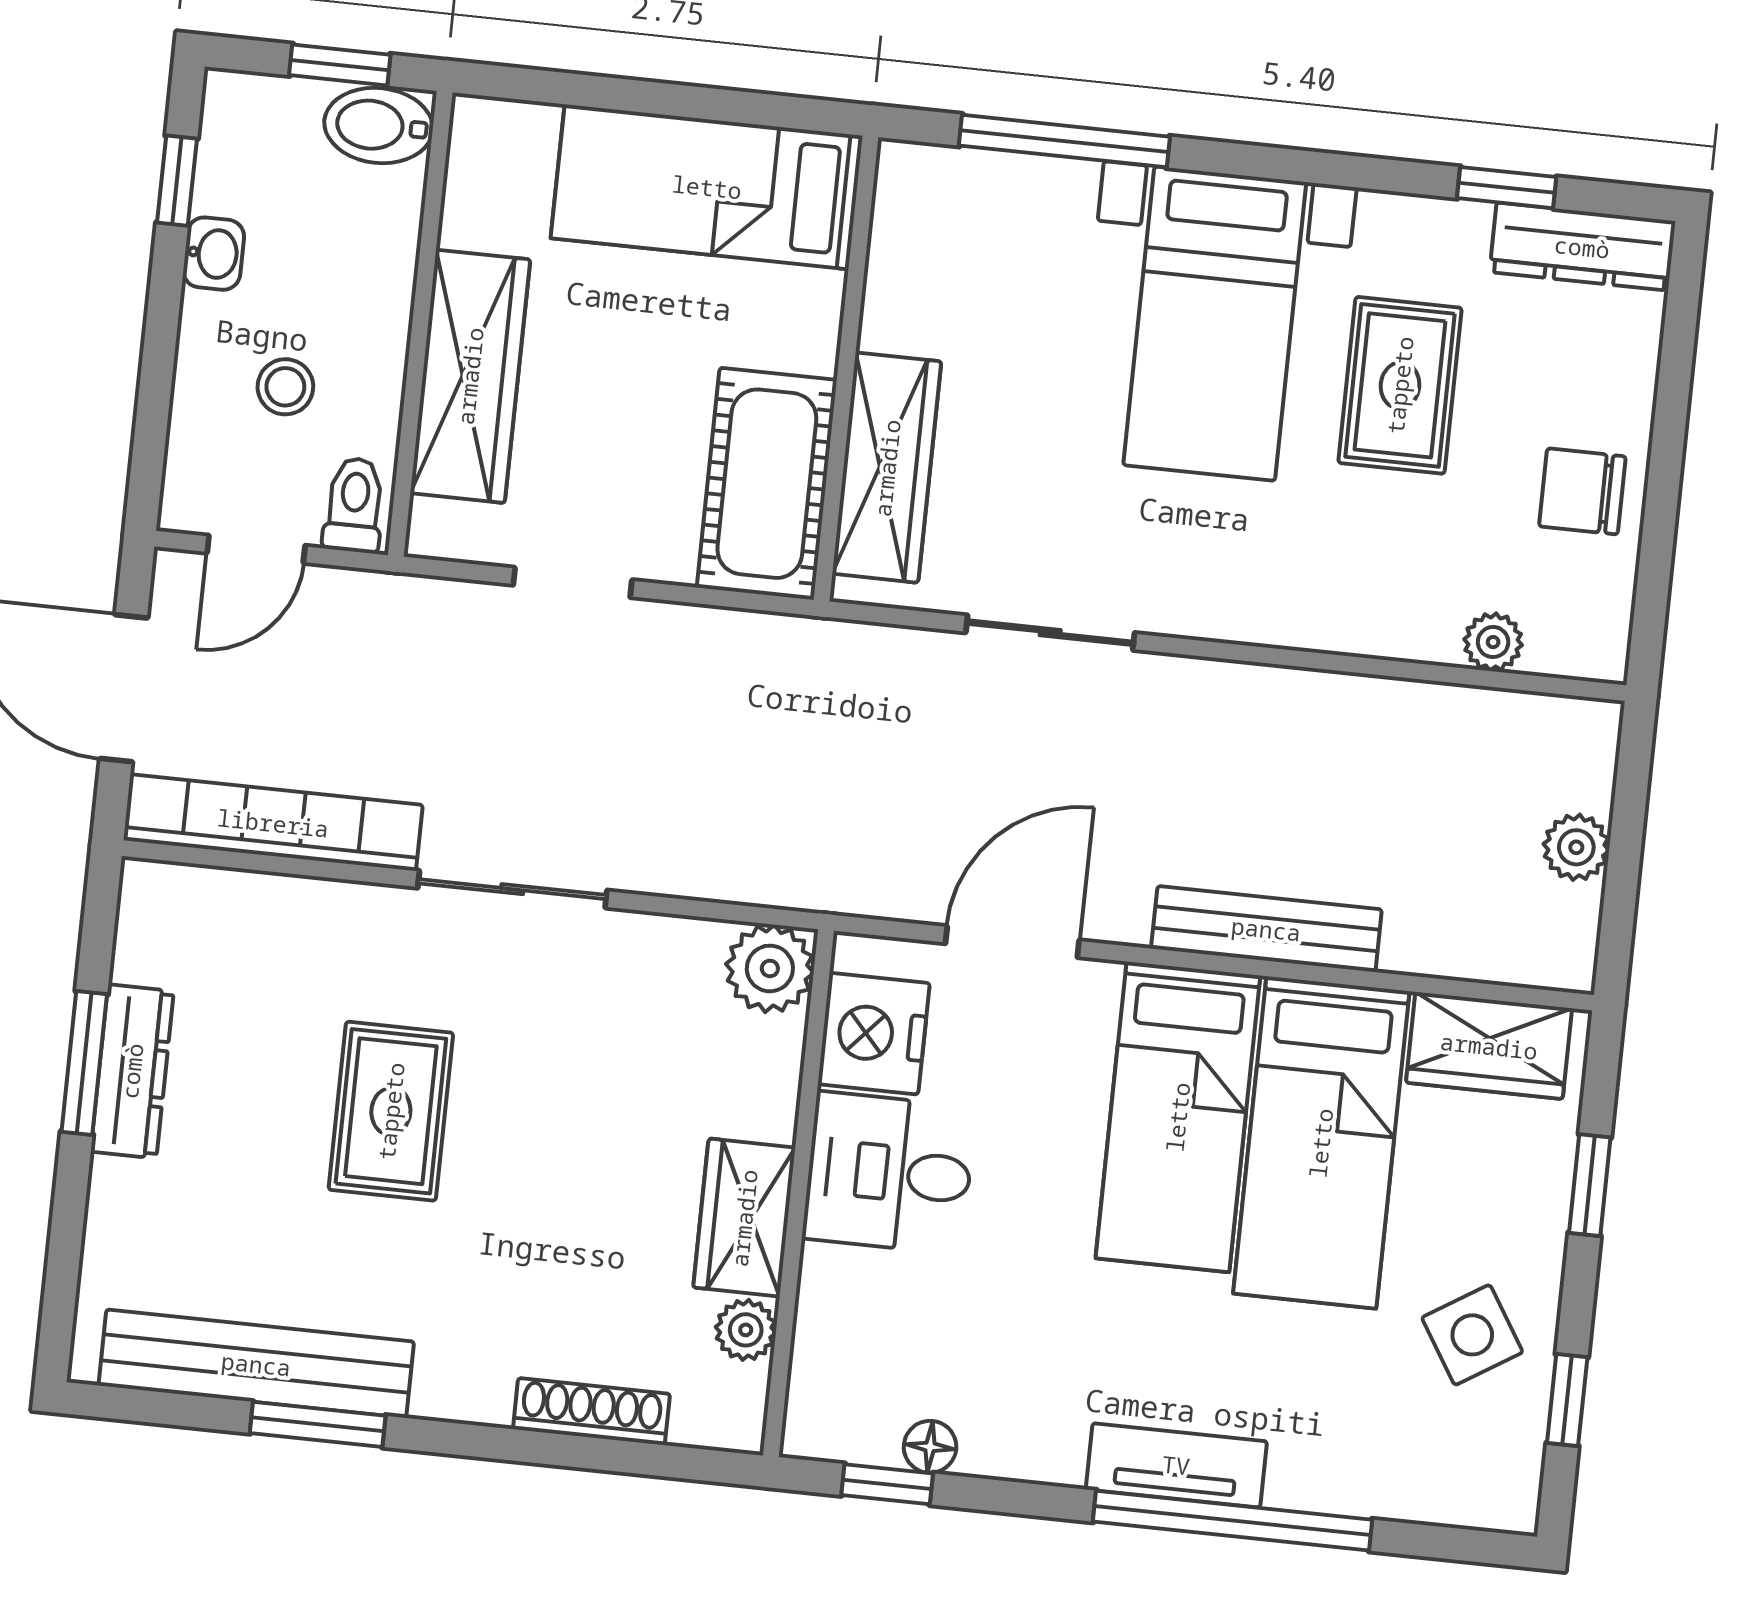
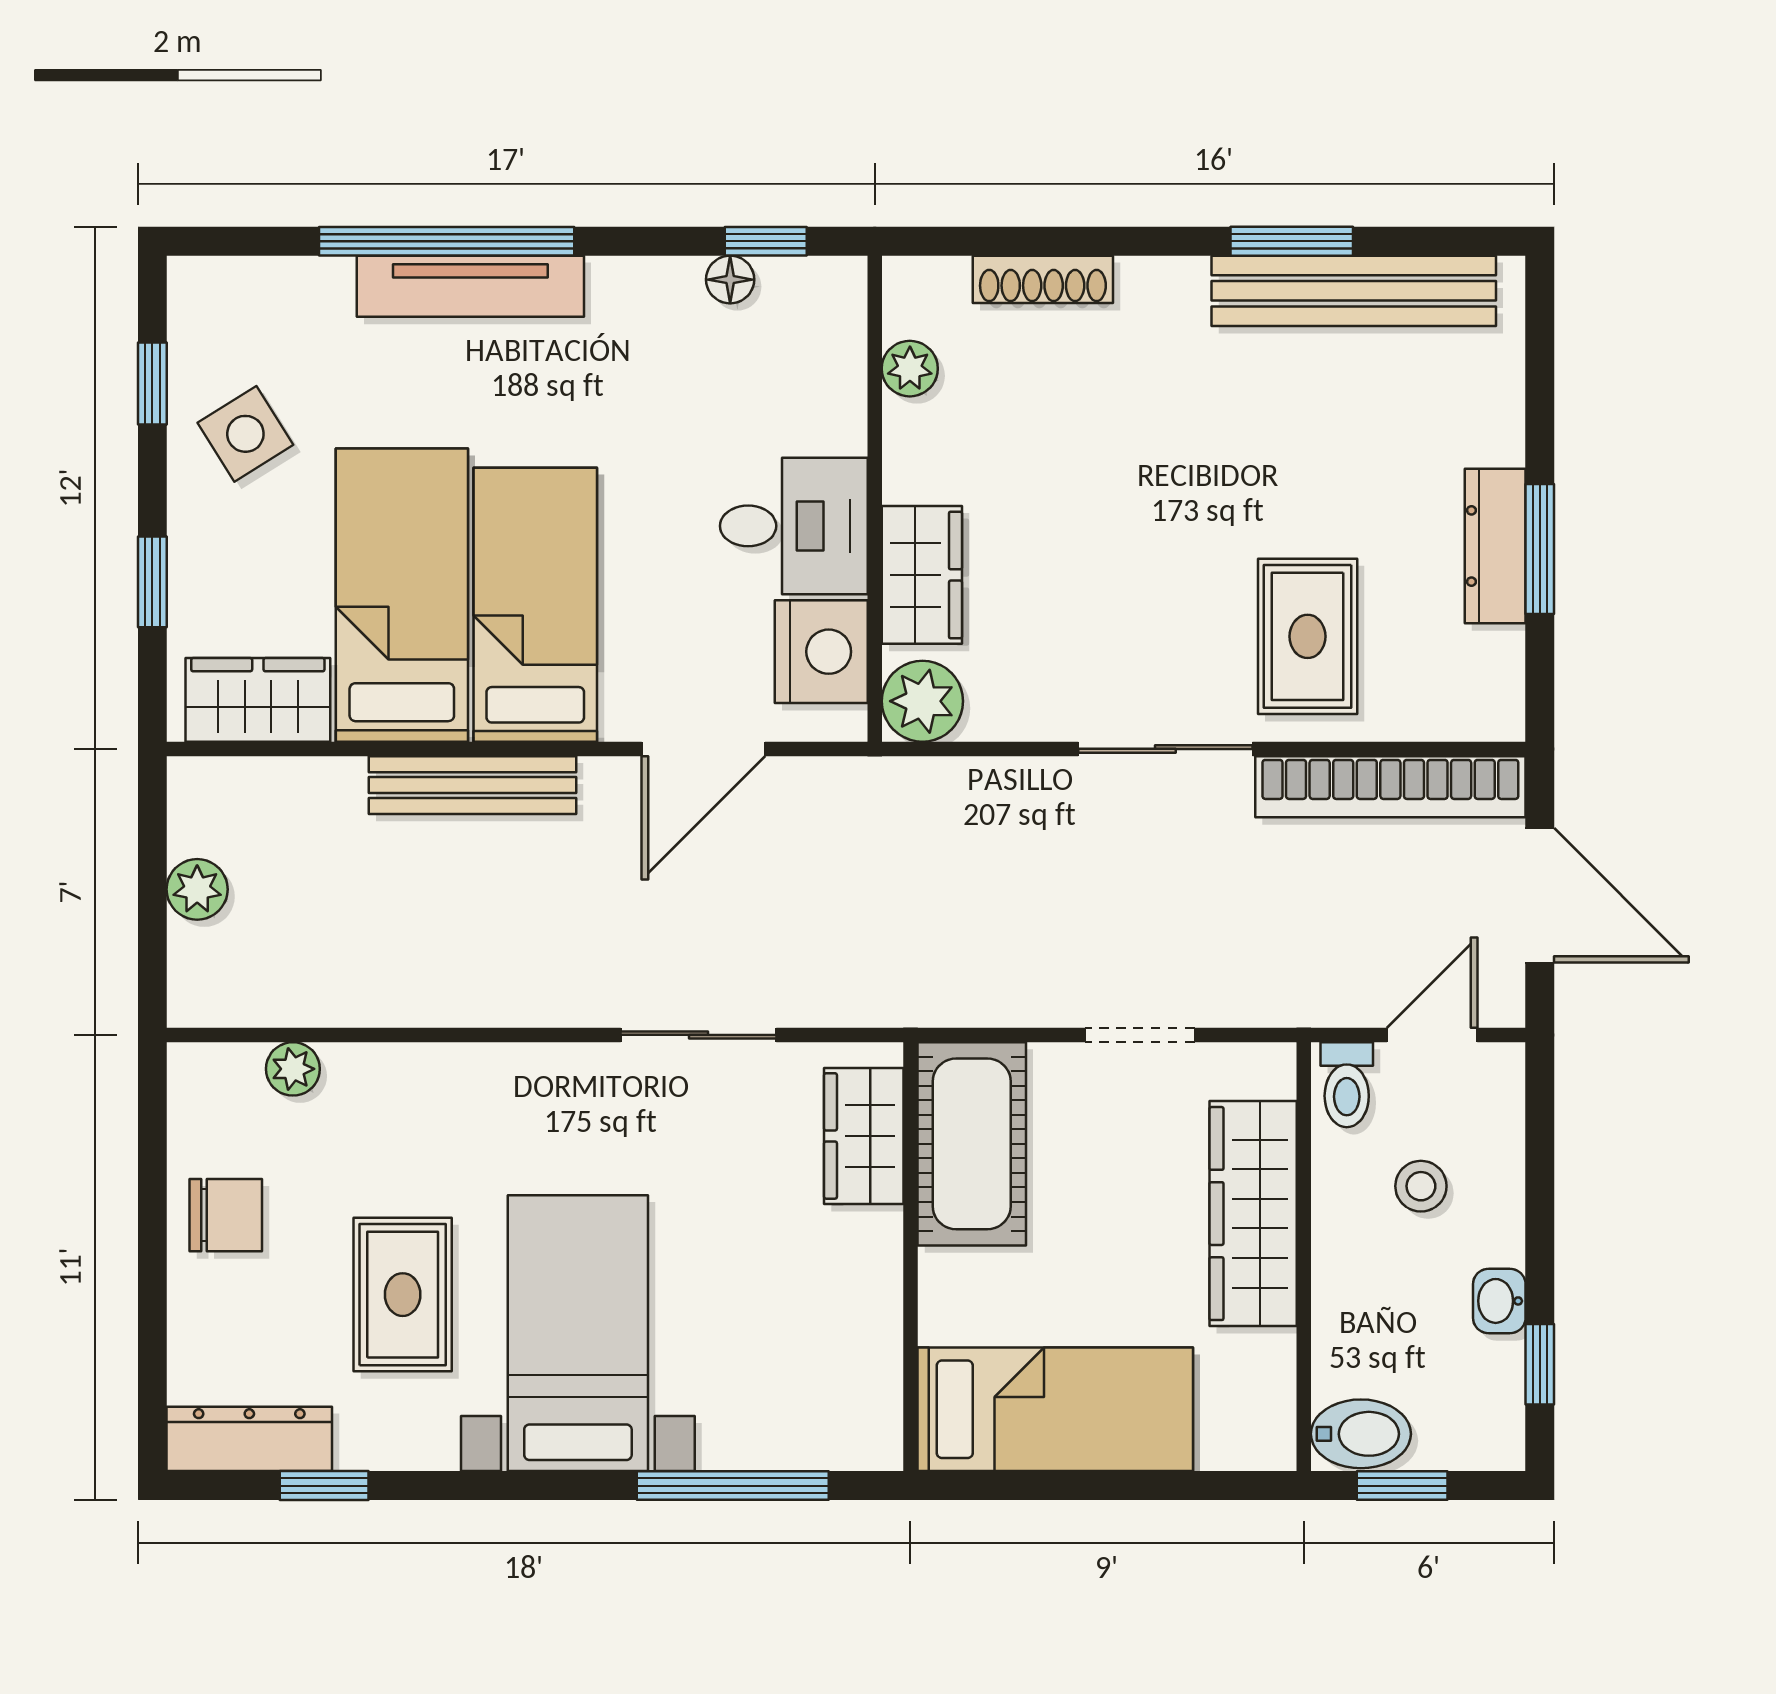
wardrobe: (887, 468) -> (864, 1136), width x0.67
rug: (391, 1111) -> (1308, 636), moved
wardrobe: (744, 1218) -> (922, 575), moved
tv unit: (1176, 1465) -> (470, 286), width x1.41

